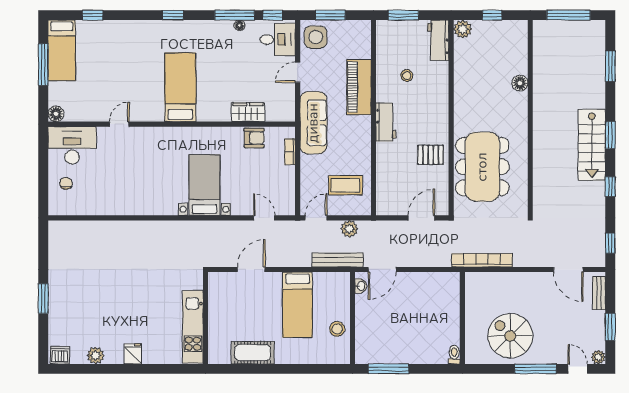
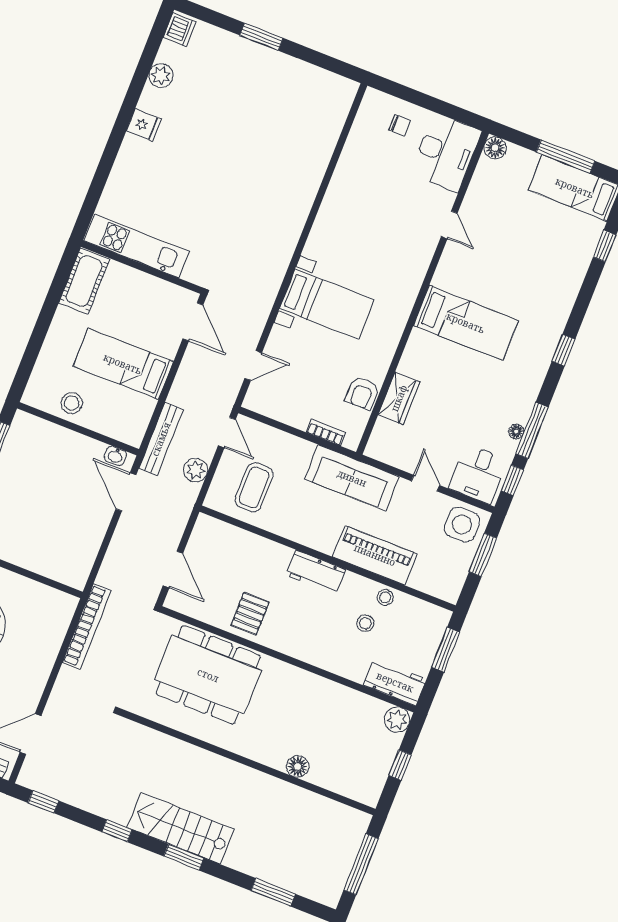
stool: (384, 69) -> (385, 597), added
wall: (206, 318) -> (142, 267), moved
kitchen unit: (193, 327) -> (137, 246), moved

